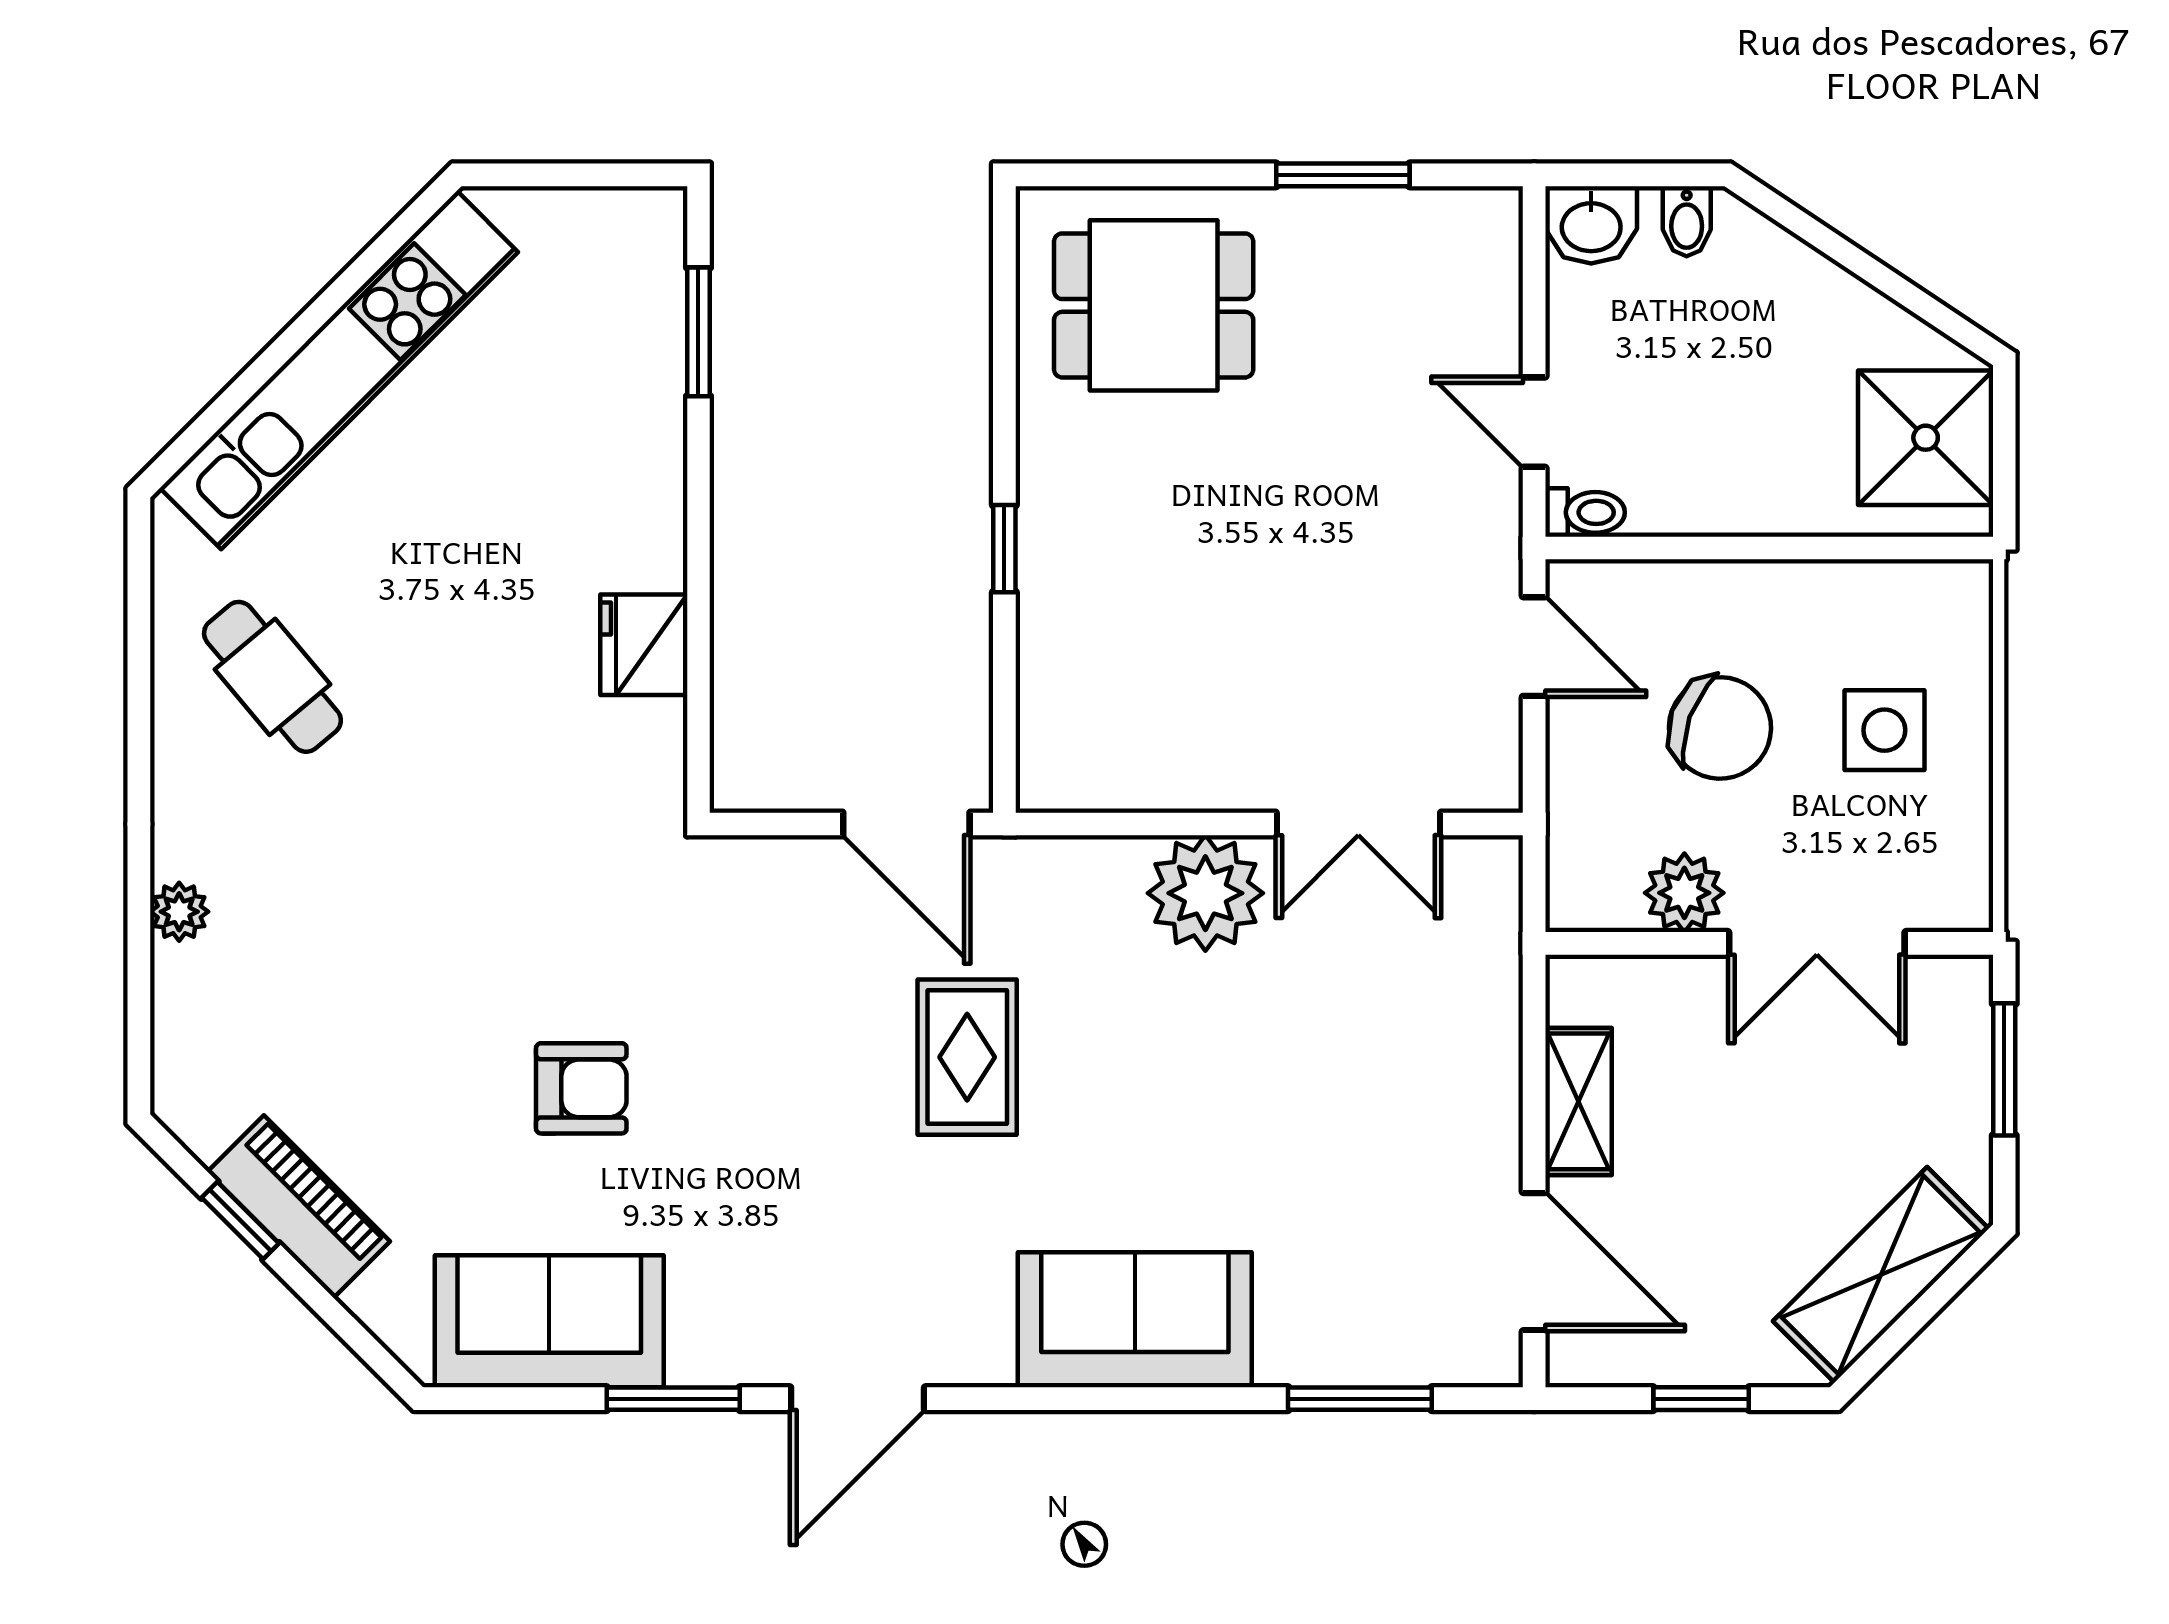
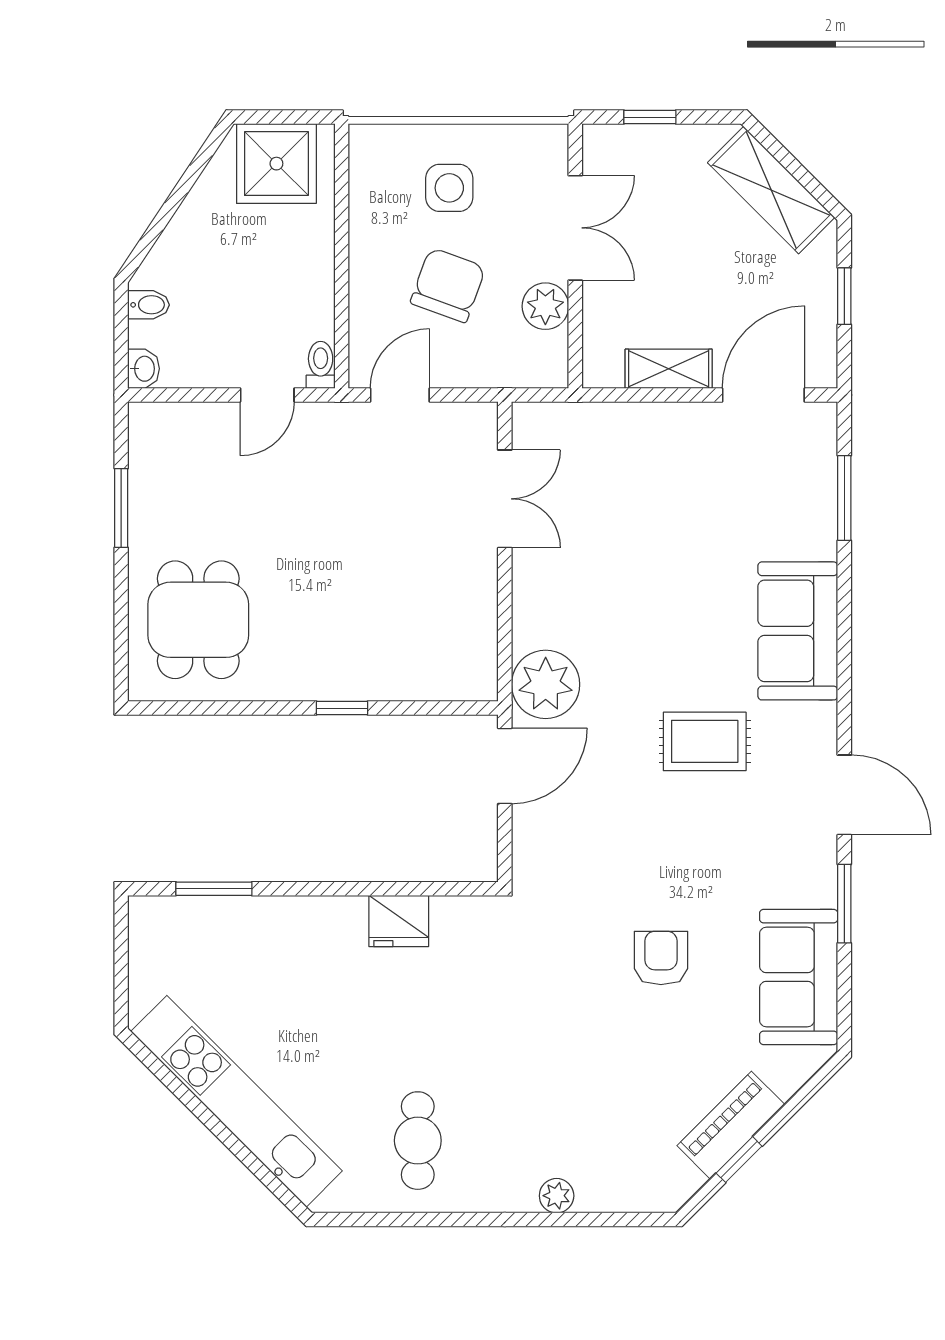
washbasin: (1591, 225) -> (144, 369), width x0.72, depth x0.69
cafe table: (272, 677) -> (418, 1141), turned -50
plant: (1205, 893) -> (546, 684), moved
rug: (967, 1057) -> (705, 741), moved
window: (2004, 1069) -> (650, 117), width x0.67

